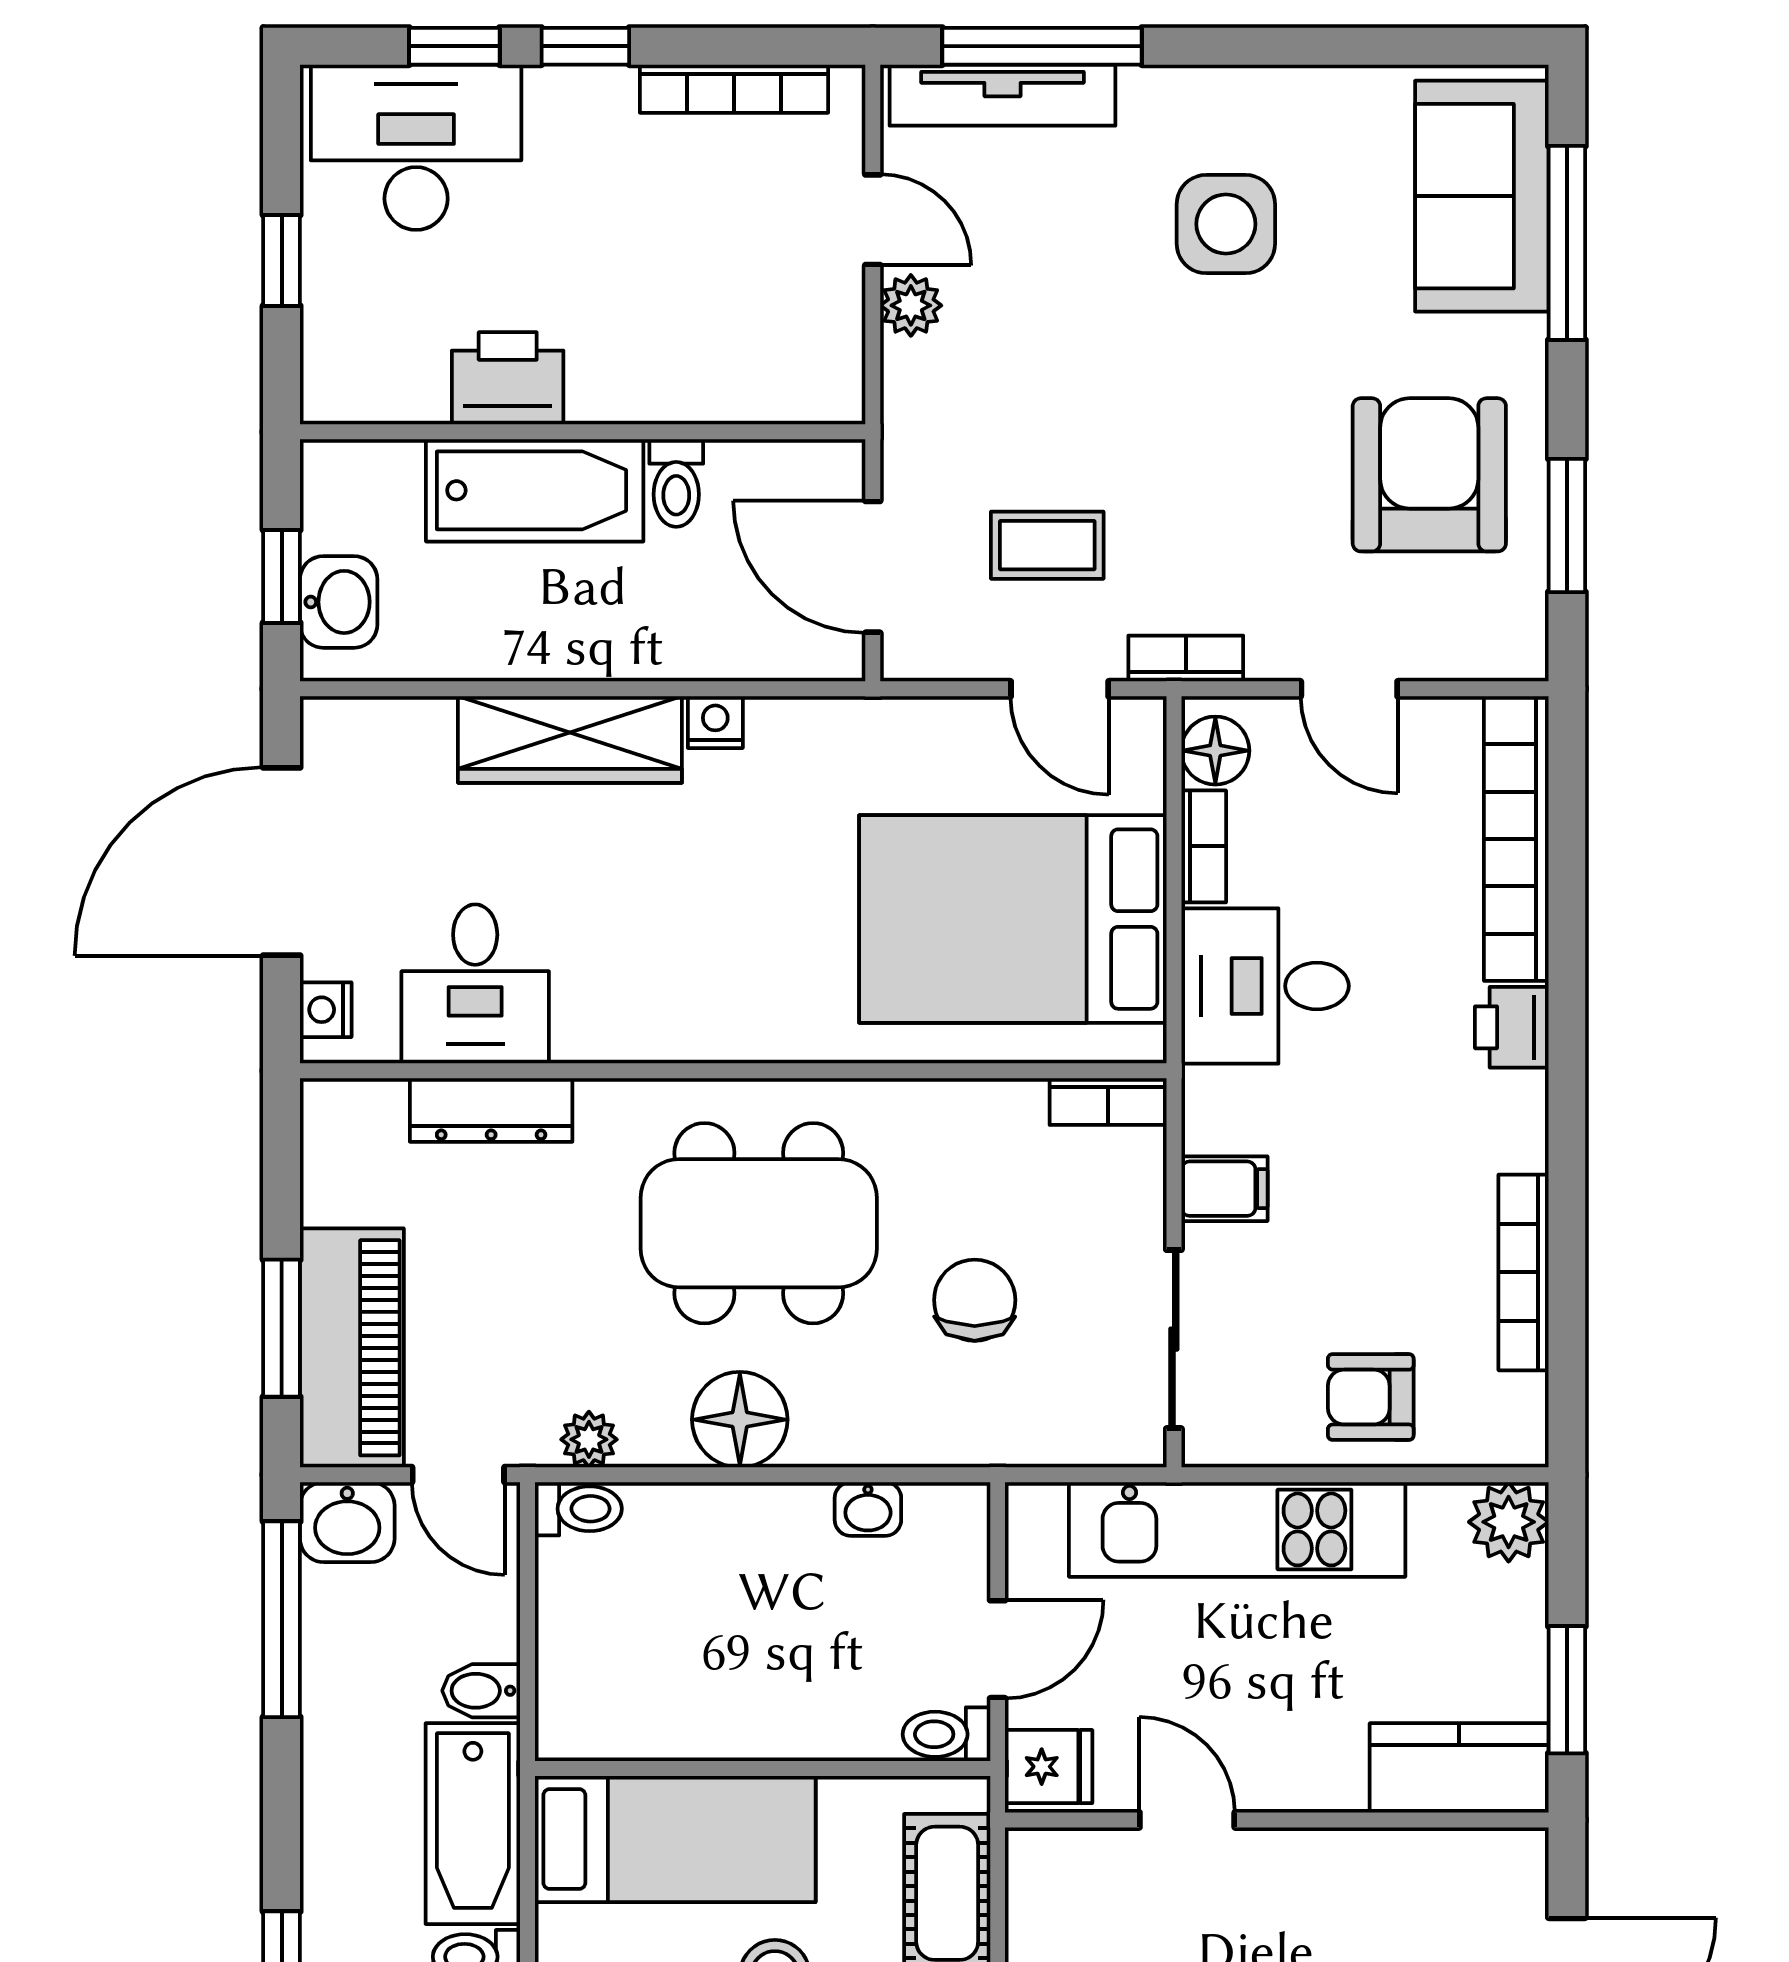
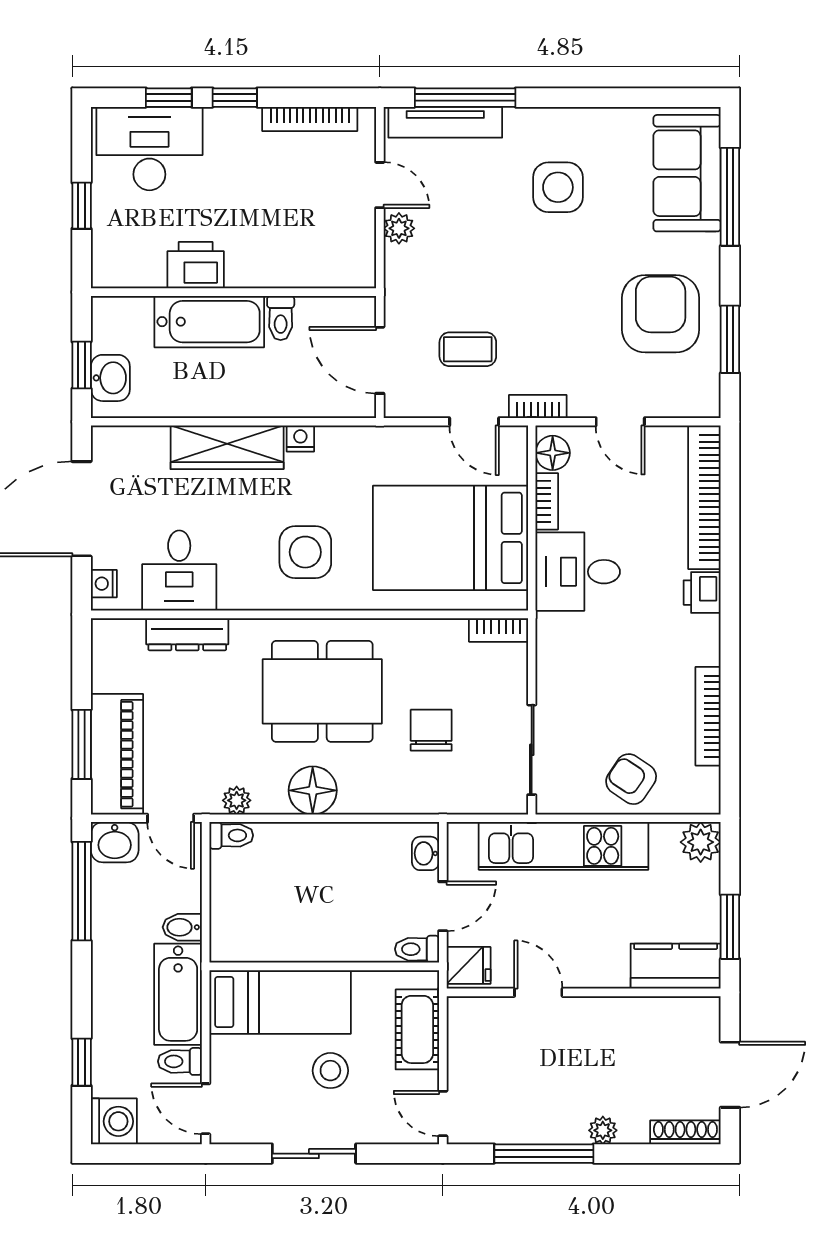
side table: (725, 947) -> (305, 552), added
filing cabinet: (1224, 1189) -> (557, 674), removed
armchair: (1371, 1397) -> (631, 779), turned 34
washbasin: (868, 1509) -> (426, 853), moved, turned 90

